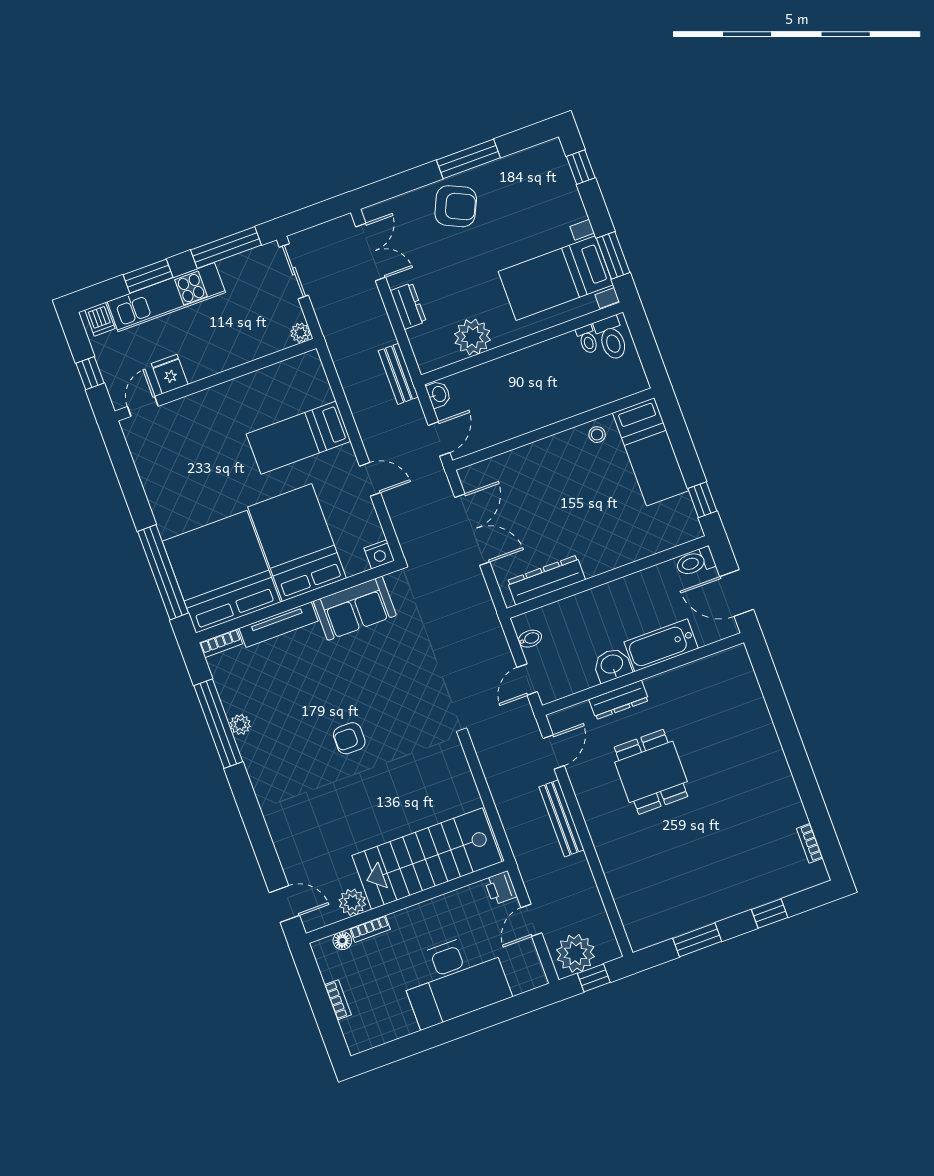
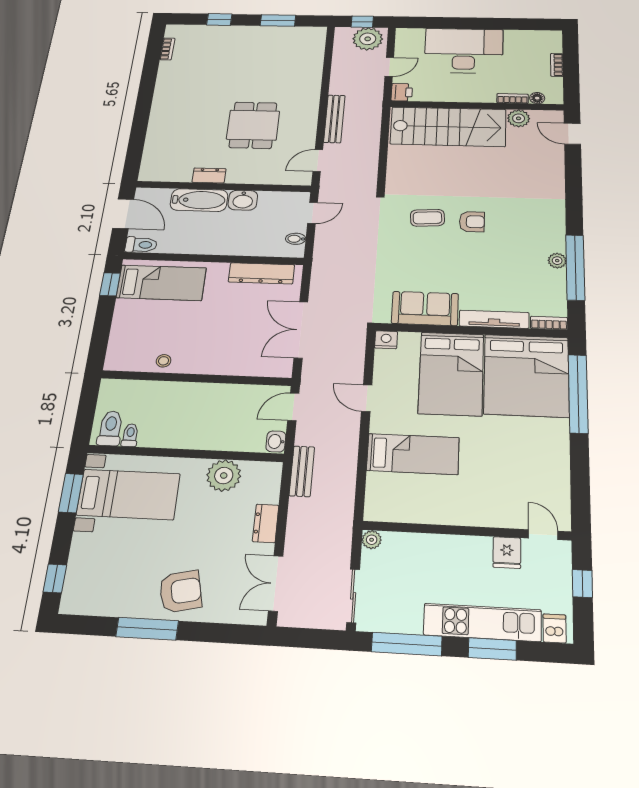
armchair: (456, 206) -> (180, 591), turned 142
door: (143, 406) -> (543, 535), swing flipped
bed: (651, 452) -> (161, 283), moved, turned 90
dresser: (619, 700) -> (209, 175), moved, width x0.70
coffee table: (399, 724) -> (427, 218), added

